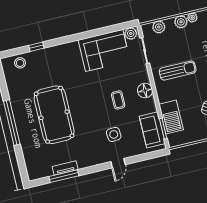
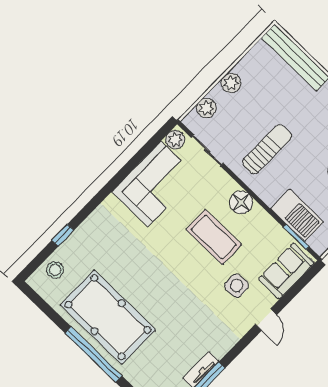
plant: (192, 18) -> (242, 68), removed
coffee table: (118, 100) -> (214, 237), width x1.86, depth x1.72
pool table: (54, 115) -> (108, 317), moved
sofa: (152, 130) -> (286, 271), moved, turned 90

